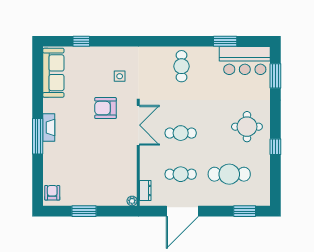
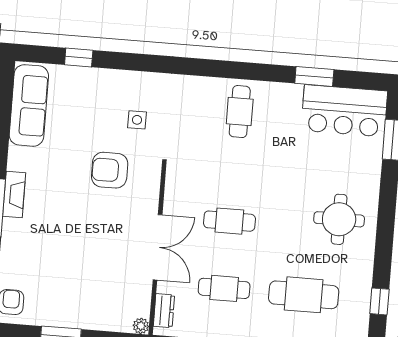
double door: (138, 125) -> (158, 247), moved
window: (275, 147) -> (379, 301), moved

